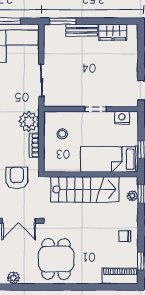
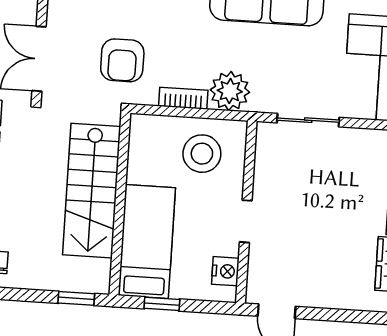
stool: (62, 134) -> (202, 154), width x1.89, depth x1.89
armchair: (17, 178) -> (122, 60), turned 90
plant: (133, 196) -> (73, 282), removed

